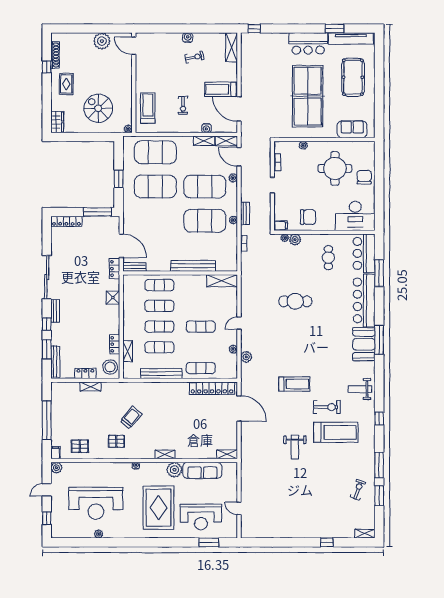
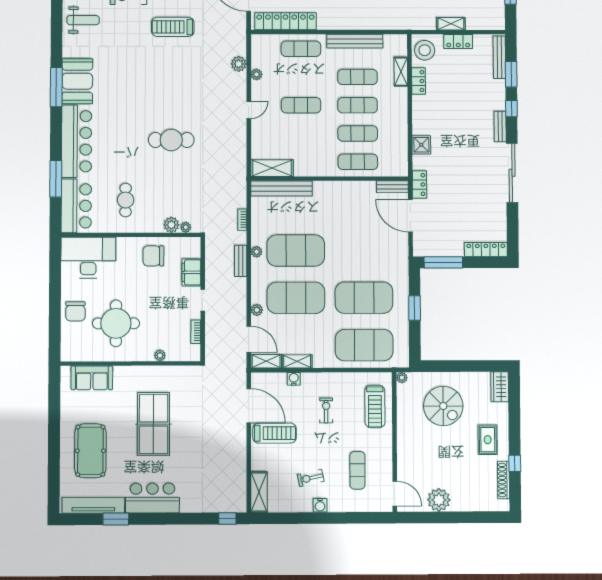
exercise mat: (161, 62) -> (357, 470), added
table tennis table: (308, 96) -> (154, 424), width x0.73, depth x0.76
filing cabinet: (281, 226) -> (191, 272), moved, width x2.00
bench: (193, 266) -> (281, 188), moved

